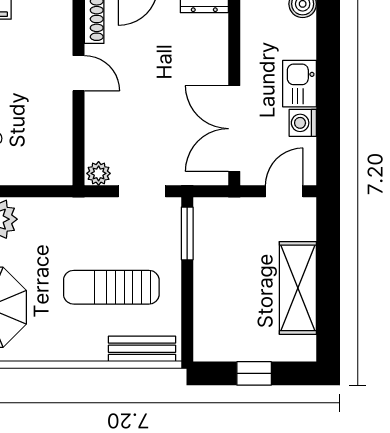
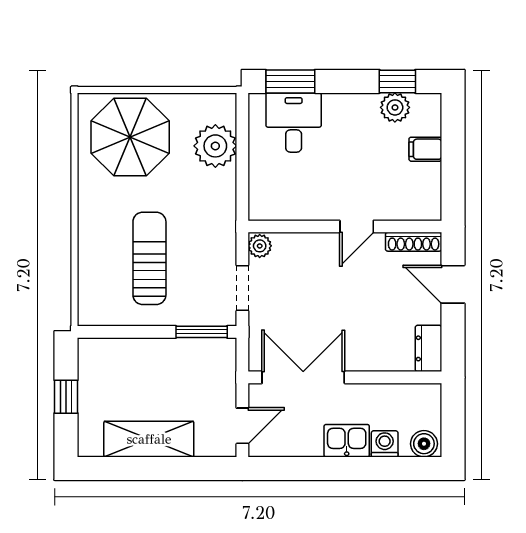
washing machine: (303, 123) -> (385, 444), moved
door: (284, 191) -> (242, 426), hinge flipped
bench: (142, 349) -> (90, 288), removed

